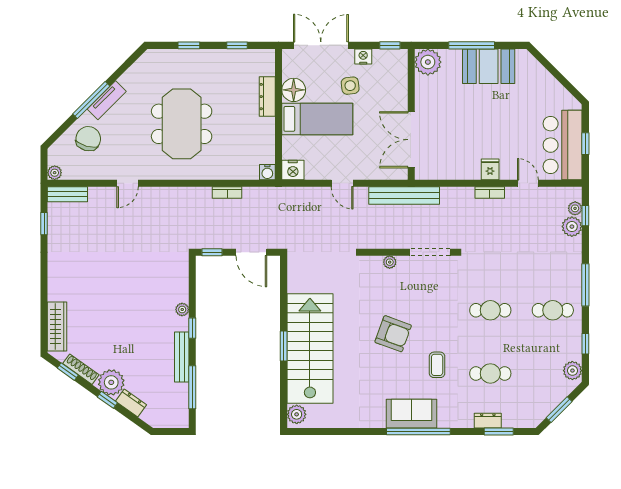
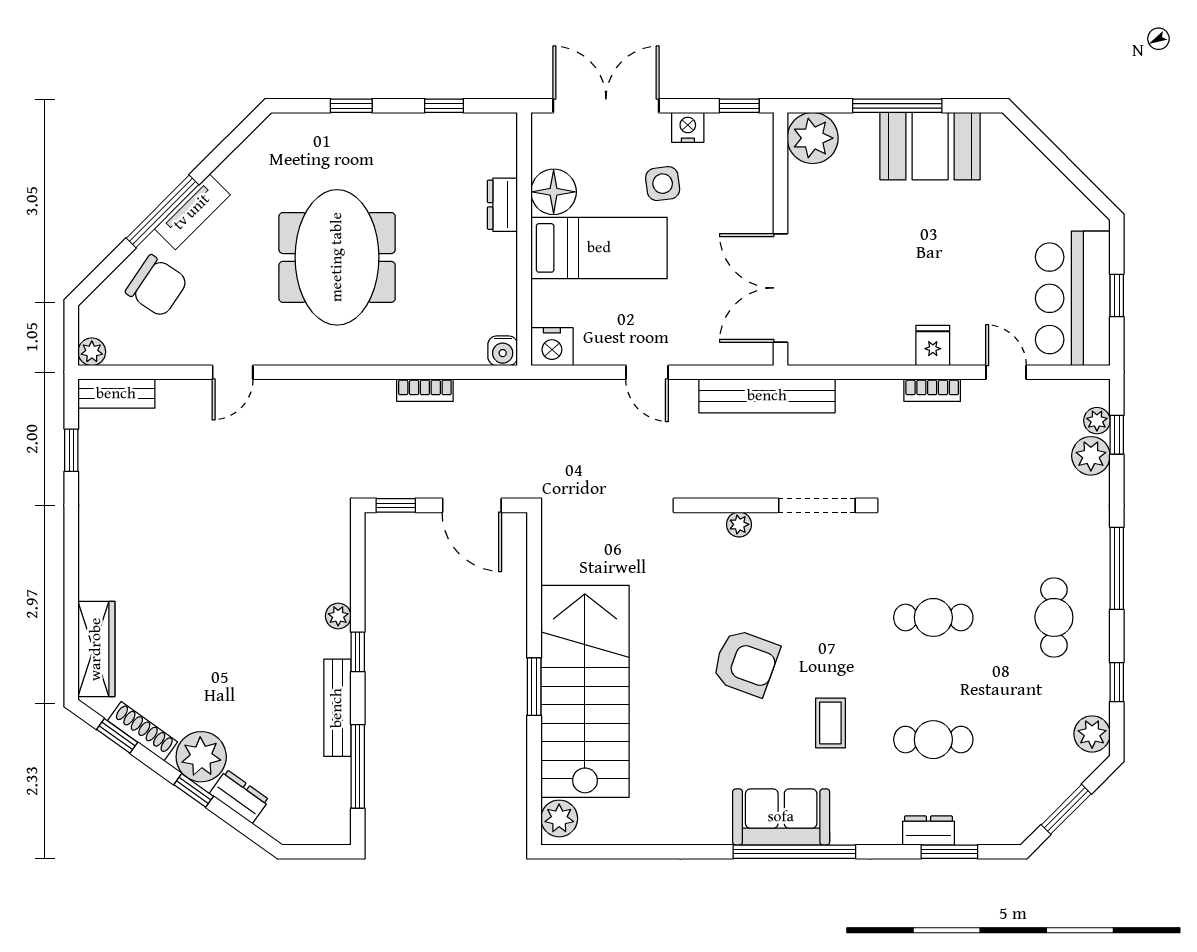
dresser: (267, 97) -> (502, 205), width x0.70
chair: (88, 139) -> (157, 286), turned 108
cafe table: (553, 310) -> (1054, 617), turned 90

